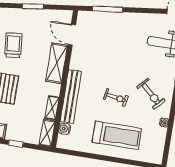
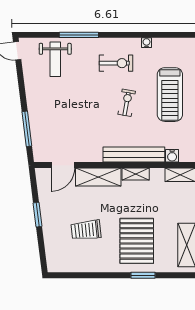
exercise bike: (151, 94) -> (116, 63), turned 47
shelving: (52, 108) -> (136, 174), moved
treadmill: (117, 135) -> (170, 95), turned 180

